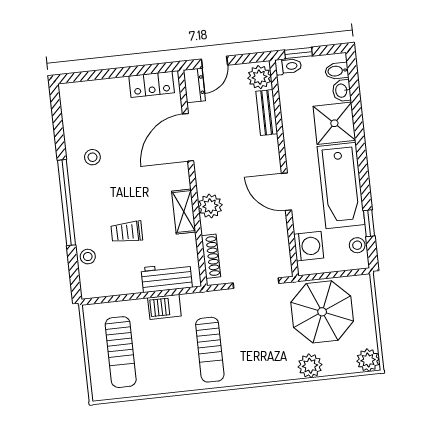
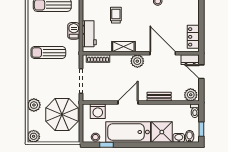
window: (298, 53) -> (201, 129), moved
bench: (267, 113) -> (159, 97), moved
plant: (210, 206) -> (137, 61), moved

